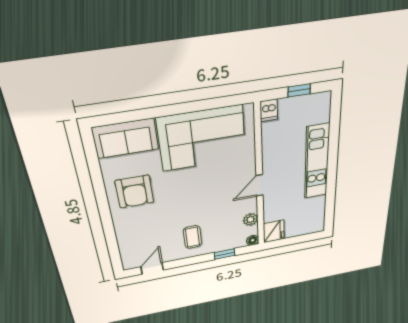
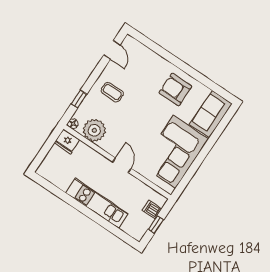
dishwasher: (269, 110) -> (152, 210), moved
door: (260, 185) -> (122, 165), moved
plant: (250, 219) -> (94, 130), width x1.87, depth x1.87

